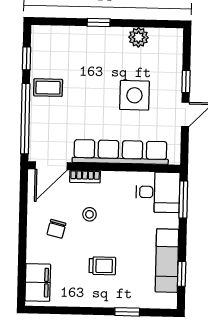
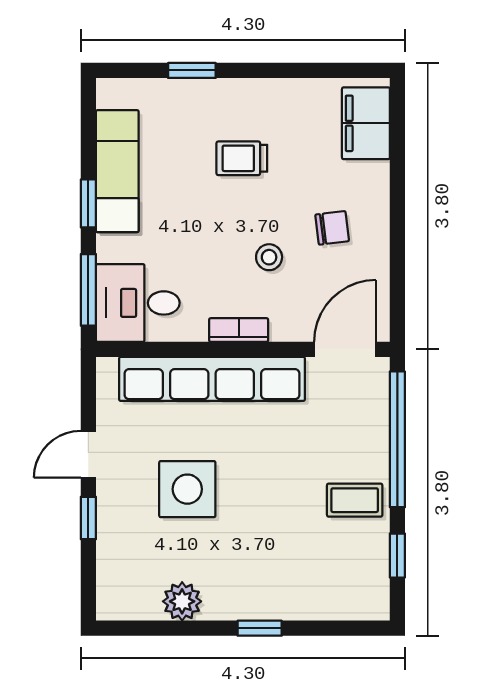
bookcase: (85, 177) -> (239, 330), moved
chair: (56, 229) -> (332, 228), turned 69
window: (182, 274) -> (88, 203), moved

